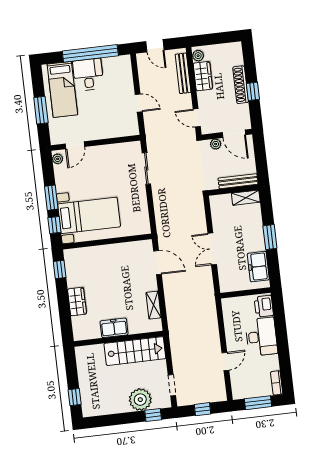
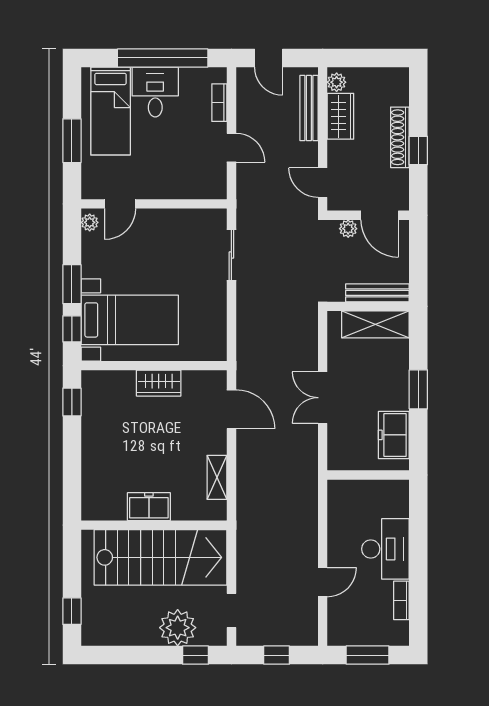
bookcase: (128, 76) -> (219, 103), added
shelving: (246, 198) -> (375, 324), width x1.50, depth x1.33
wardrobe: (77, 302) -> (159, 383), moved, turned 90
printer: (264, 306) -> (395, 500), removed
stairs: (135, 351) -> (160, 557), width x1.36, depth x1.51
bookcase: (277, 383) -> (401, 600), moved

